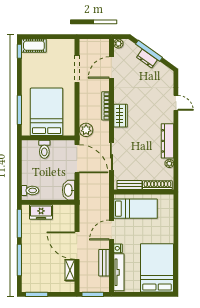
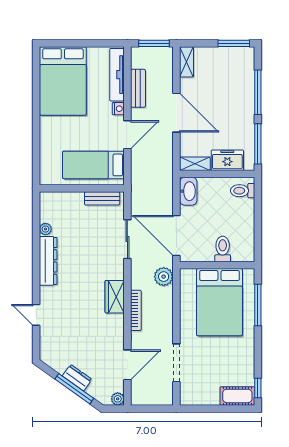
shoe rack: (157, 185) -> (62, 198), removed
shelving: (64, 210) -> (195, 164), added
shelving: (70, 270) -> (186, 62), moved

